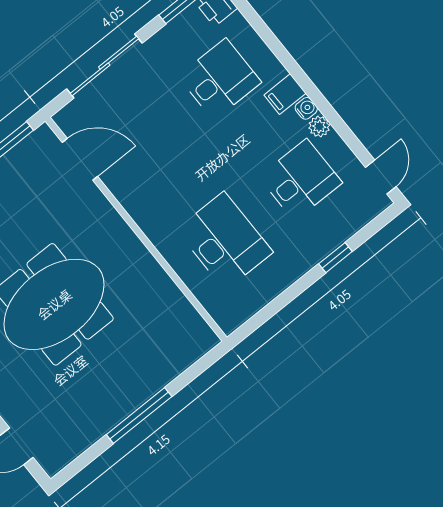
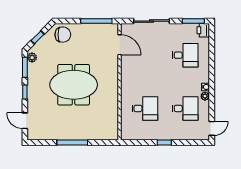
filing cabinet: (285, 94) -> (202, 77), removed
desk: (224, 241) -> (145, 108), width x0.73
window: (335, 258) -> (164, 143), moved

